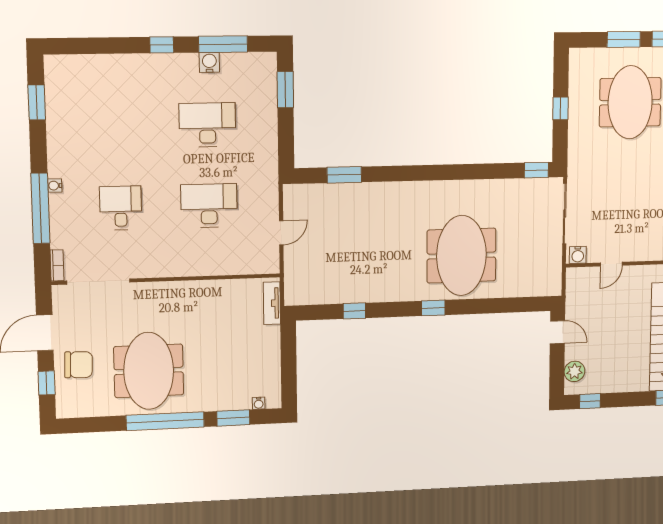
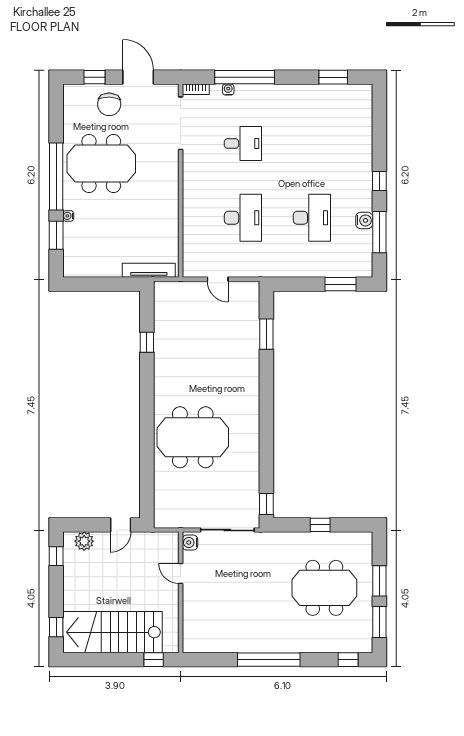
water cooler: (55, 186) -> (228, 90), moved
tv unit: (272, 303) -> (149, 270), width x1.41
window: (433, 308) -> (147, 412), removed
water cooler: (259, 403) -> (68, 216), moved

